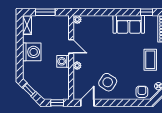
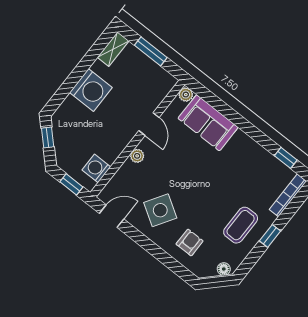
sofa: (129, 24) -> (208, 123), moved
washing machine: (63, 61) -> (96, 168), moved
armchair: (142, 92) -> (190, 242), moved

